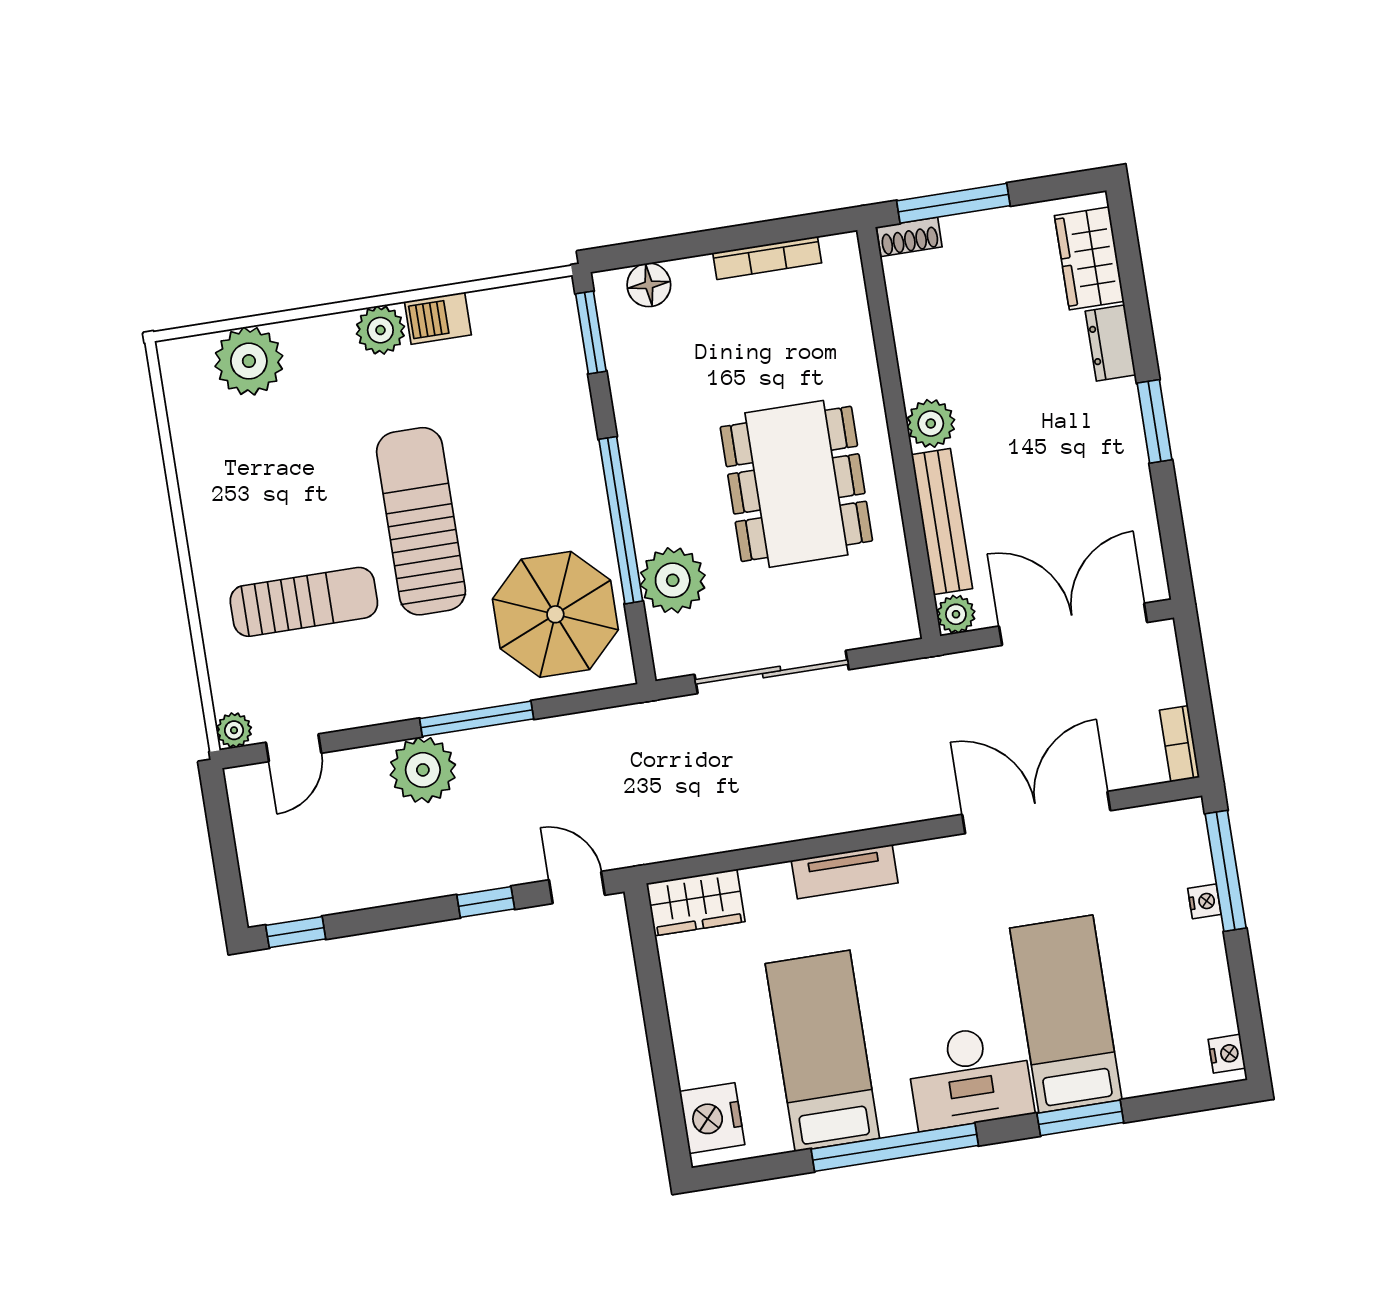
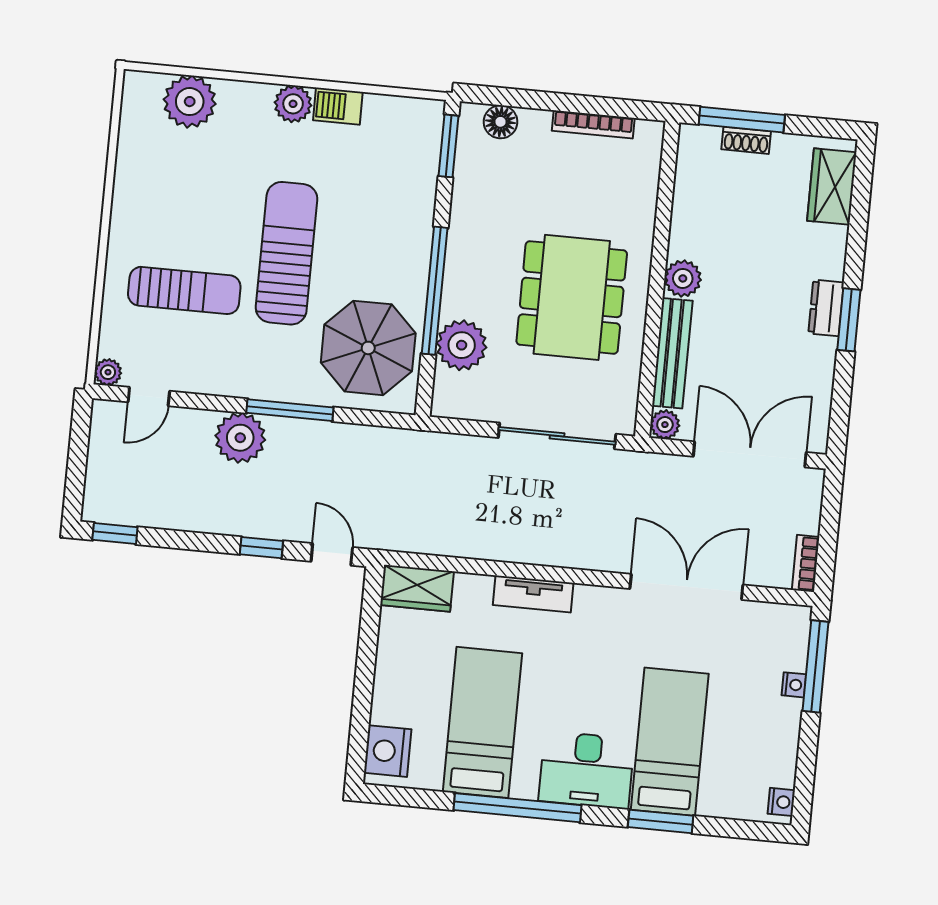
shoe rack: (909, 237) -> (746, 140), moved
dresser: (1110, 343) -> (826, 308), moved
sliding door: (772, 672) -> (557, 436), moved

